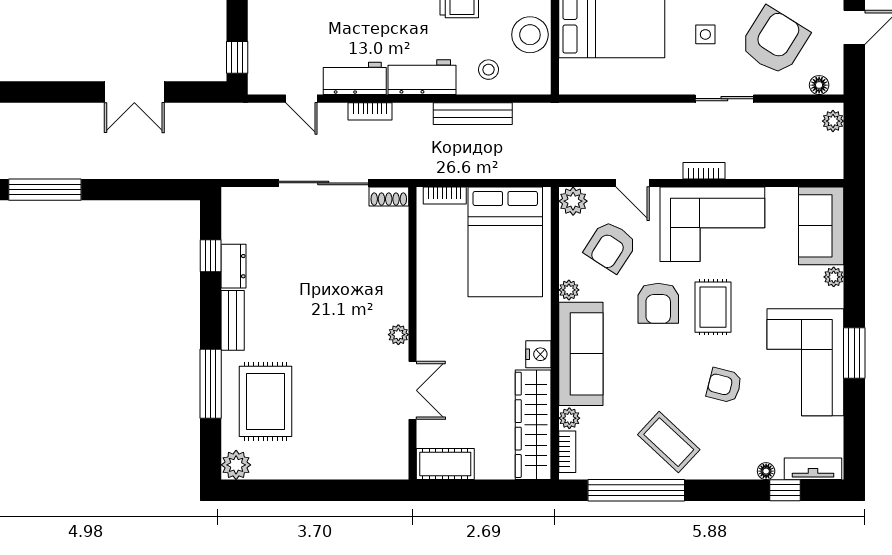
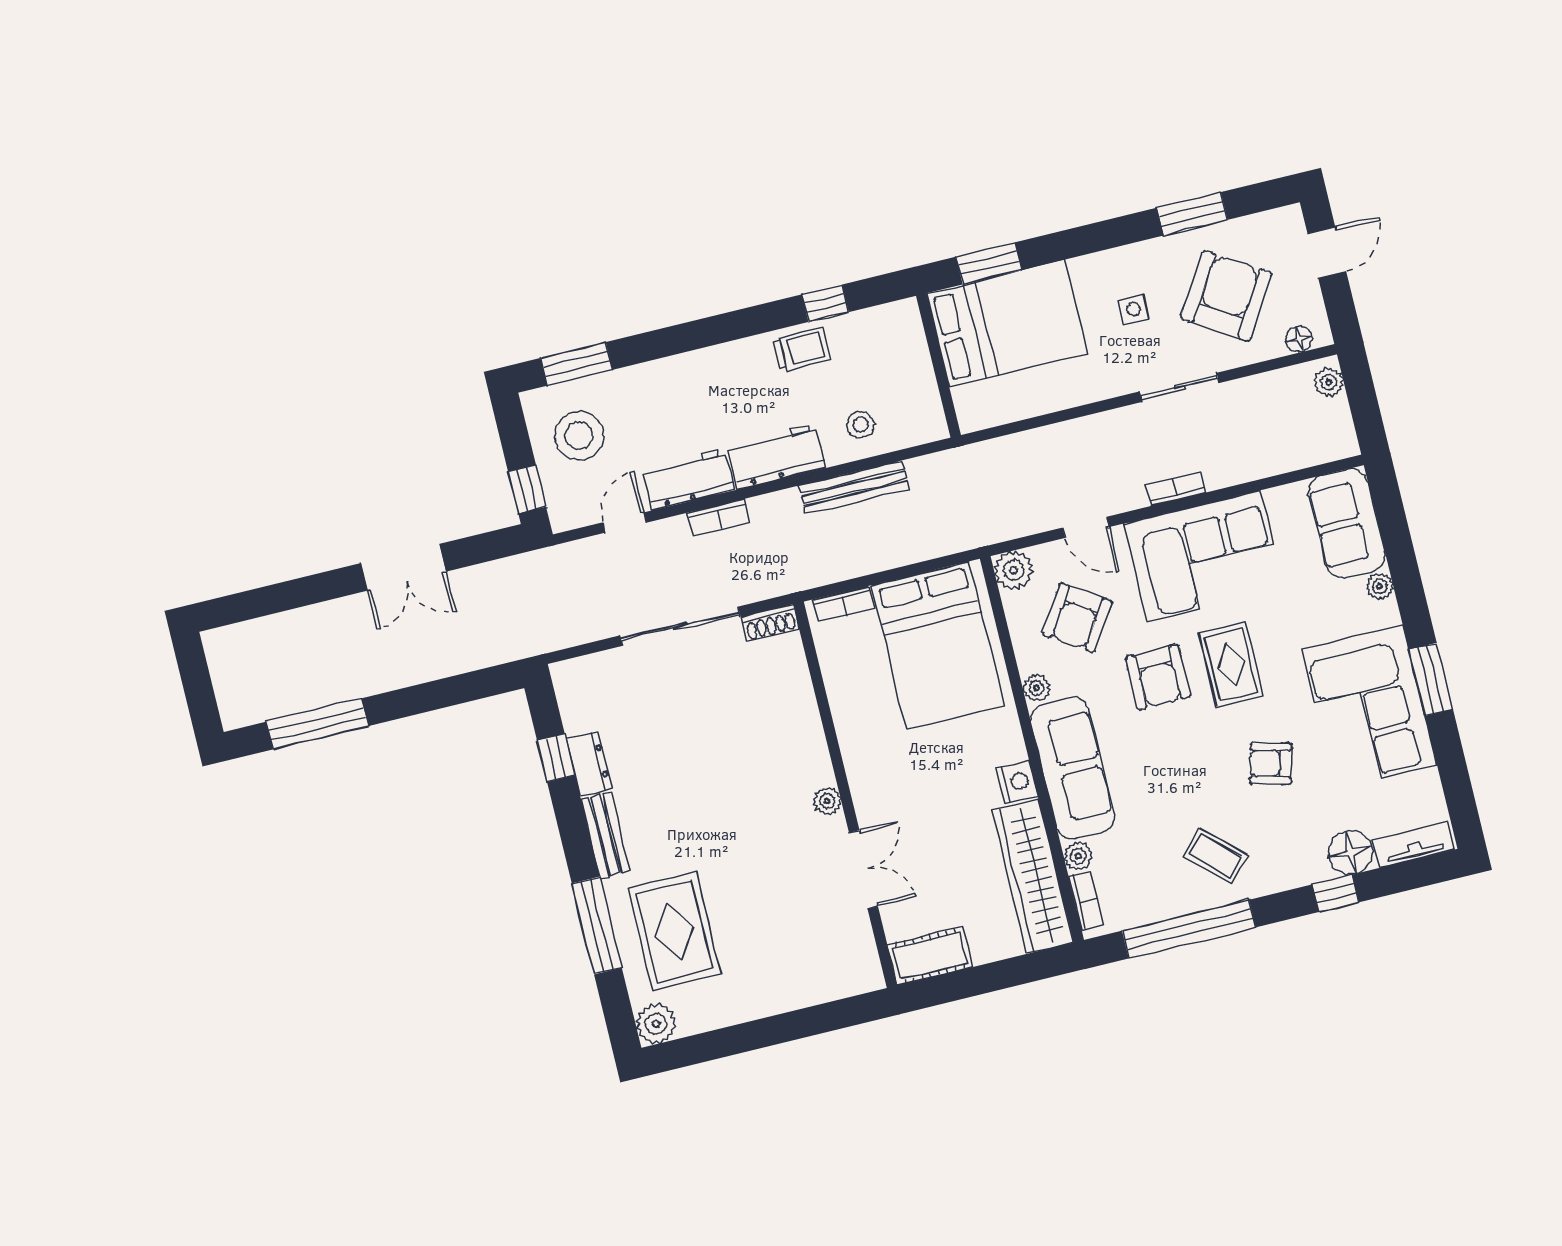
stool: (530, 35) -> (579, 436), moved
door: (301, 99) -> (625, 523), swing flipped
coffee table: (669, 442) -> (1216, 856), width x0.73, depth x0.77
floor lamp: (766, 471) -> (1350, 852), width x1.89, depth x1.89
window: (785, 490) -> (1335, 893), moved

